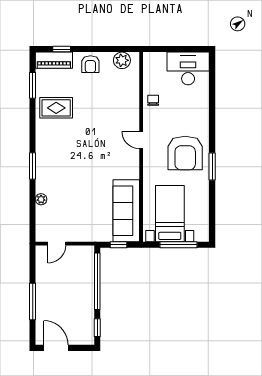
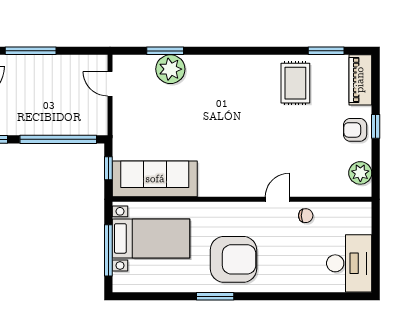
window: (62, 49) -> (376, 126), moved
door: (141, 140) -> (277, 199), moved
armchair: (185, 153) -> (234, 259), turned 180
window: (33, 166) -> (165, 51), moved
plant: (41, 199) -> (170, 69), width x1.88, depth x1.88

